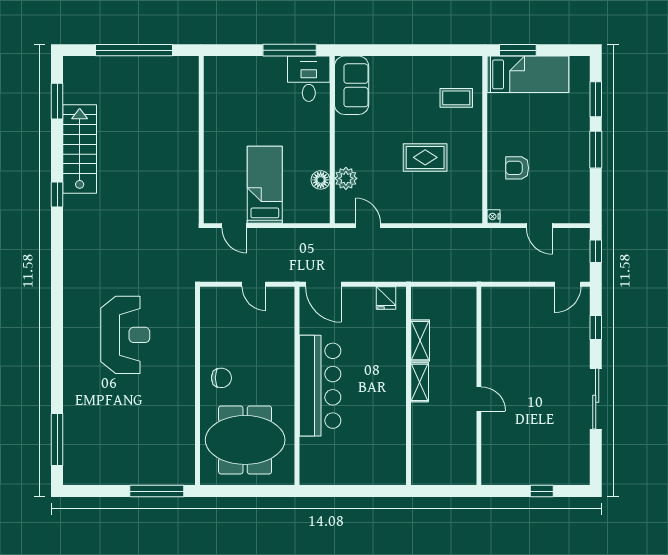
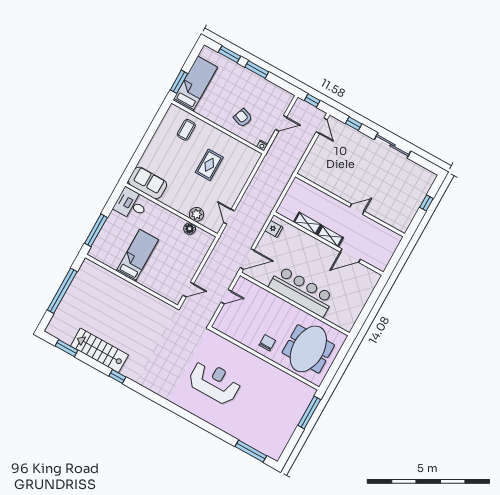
window: (290, 50) -> (96, 230), moved
armchair: (517, 168) -> (243, 118), turned 110
bed: (265, 185) -> (137, 255), moved, turned 90
door: (368, 226) -> (229, 217), hinge flipped
door: (408, 426) -> (350, 256), added

